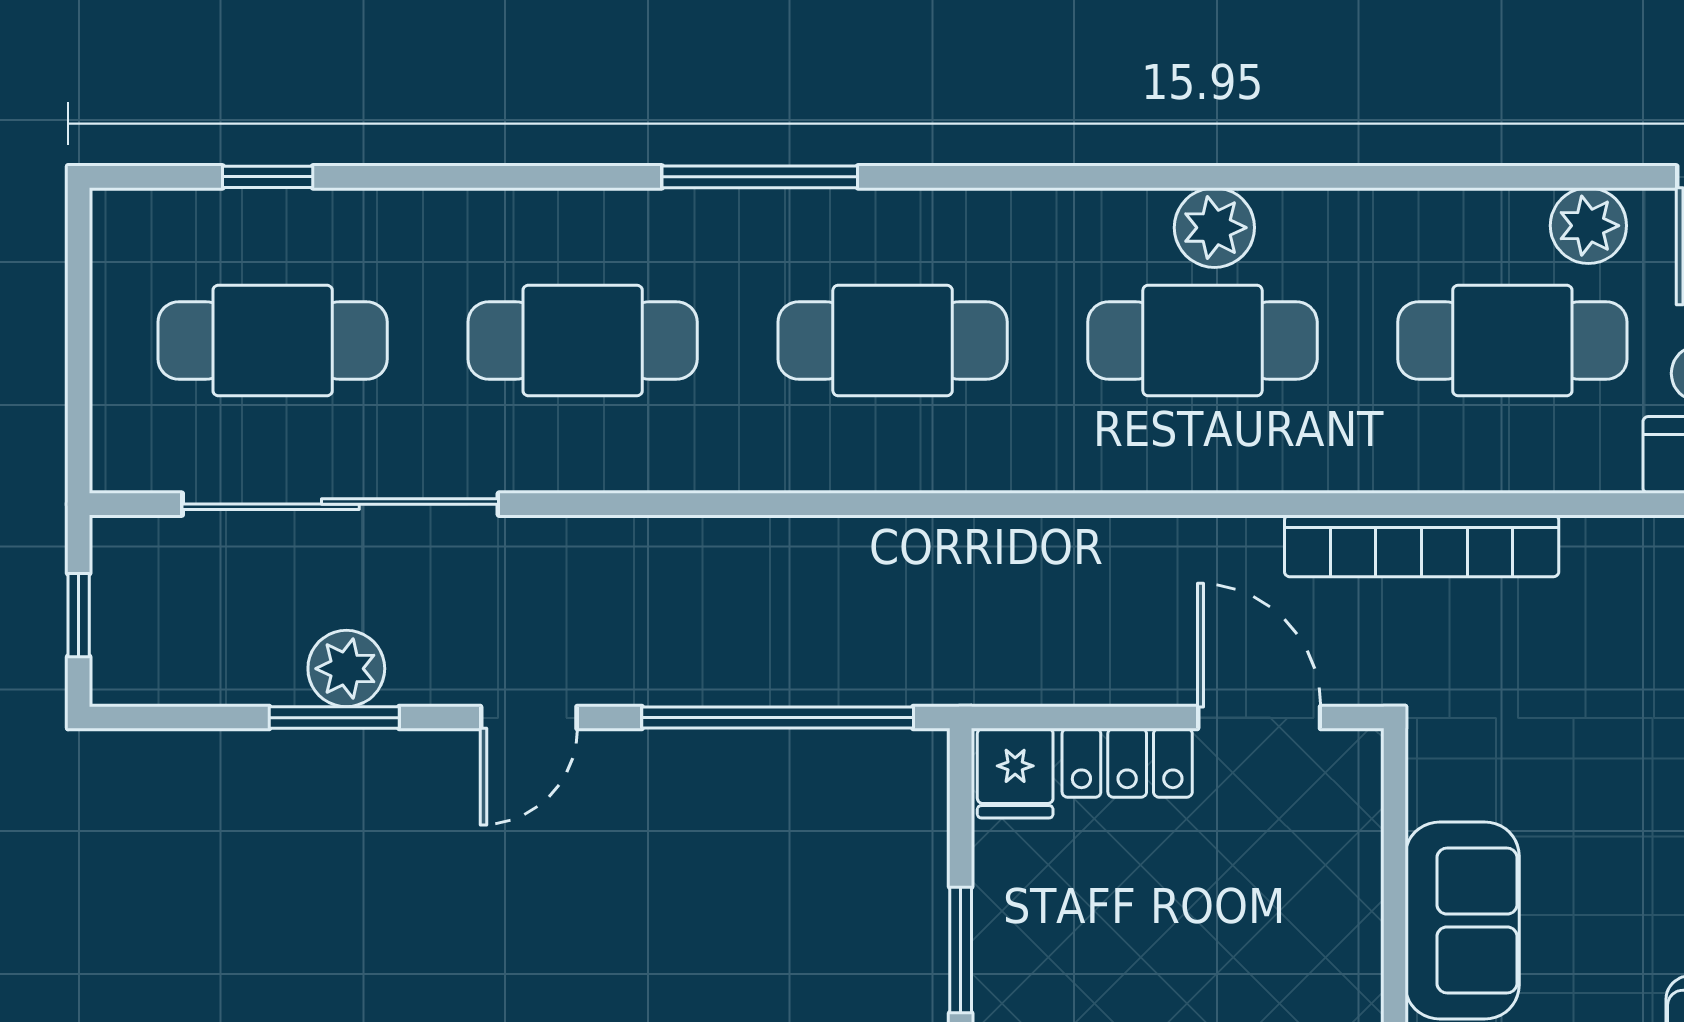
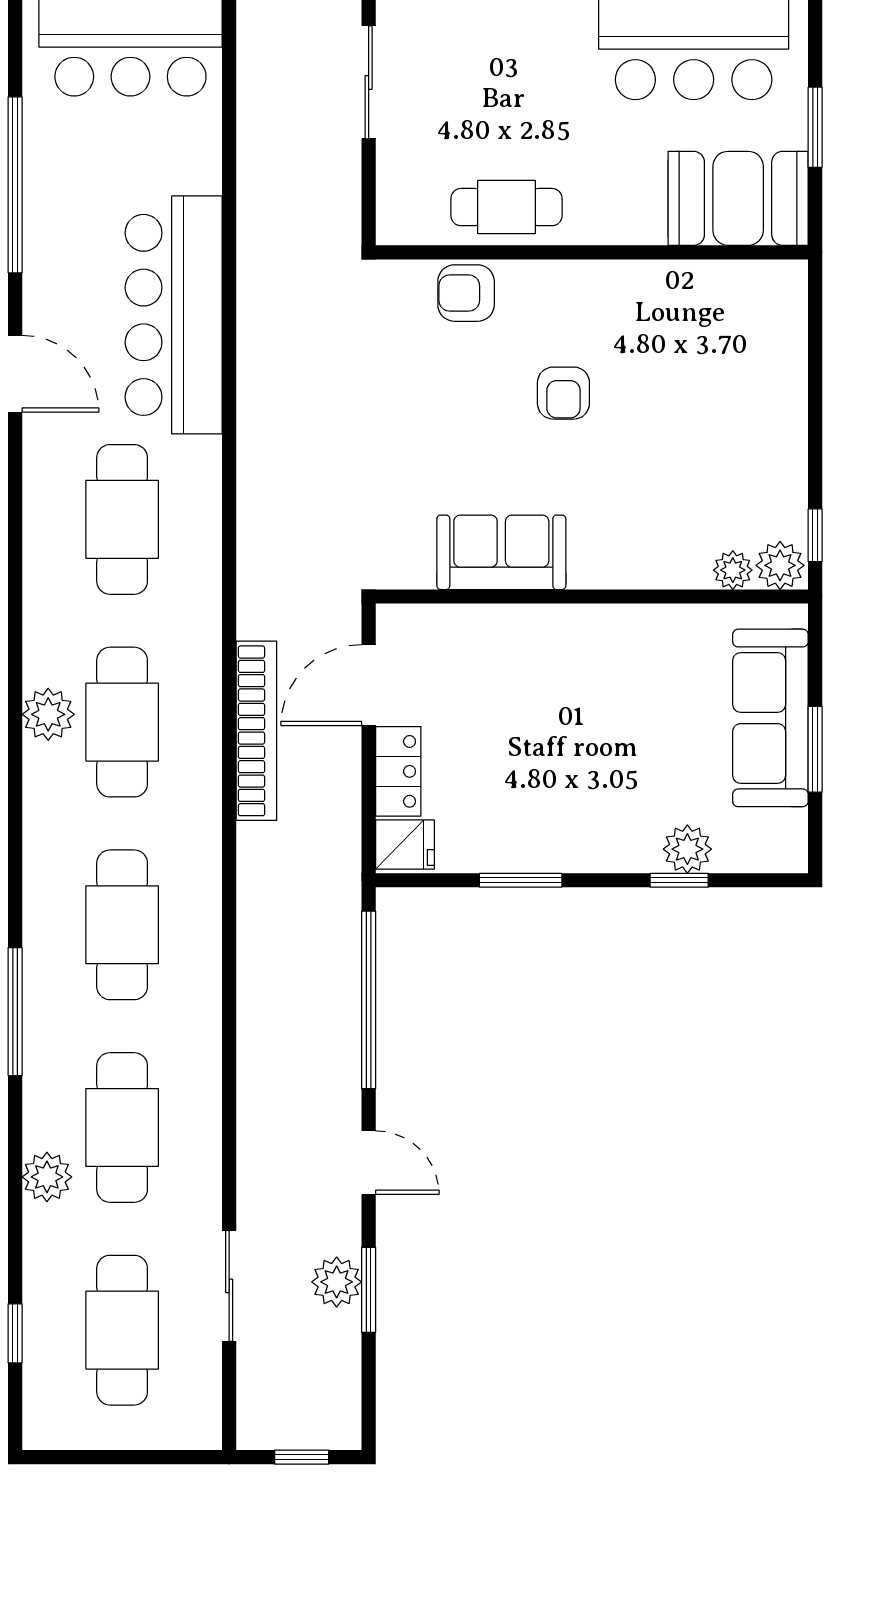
plant: (1588, 226) -> (47, 1177), moved
sliding door: (340, 504) -> (229, 1286), width x0.54
bookcase: (1422, 546) -> (256, 731), moved

